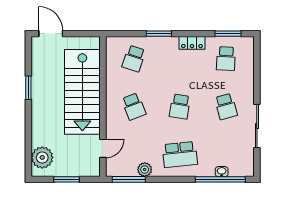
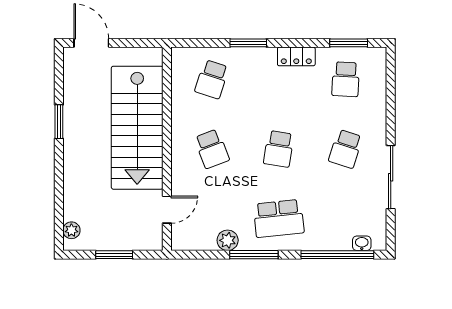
school desk: (226, 106) -> (346, 149), turned 33
plant: (42, 157) -> (71, 230), width x0.53, depth x0.53
washbasin: (222, 172) -> (362, 243), moved
window: (129, 179) -> (254, 255), moved

